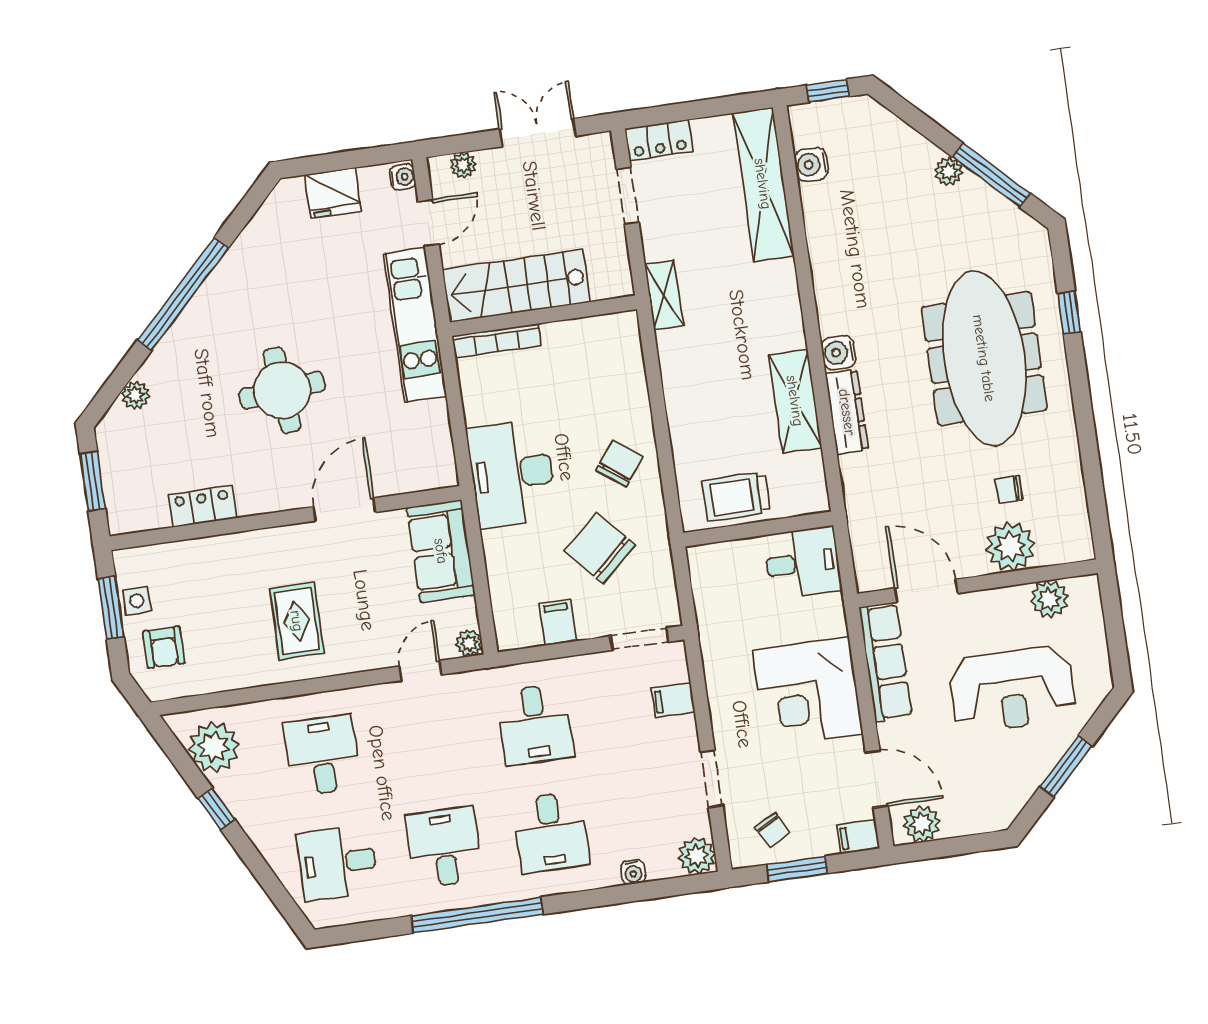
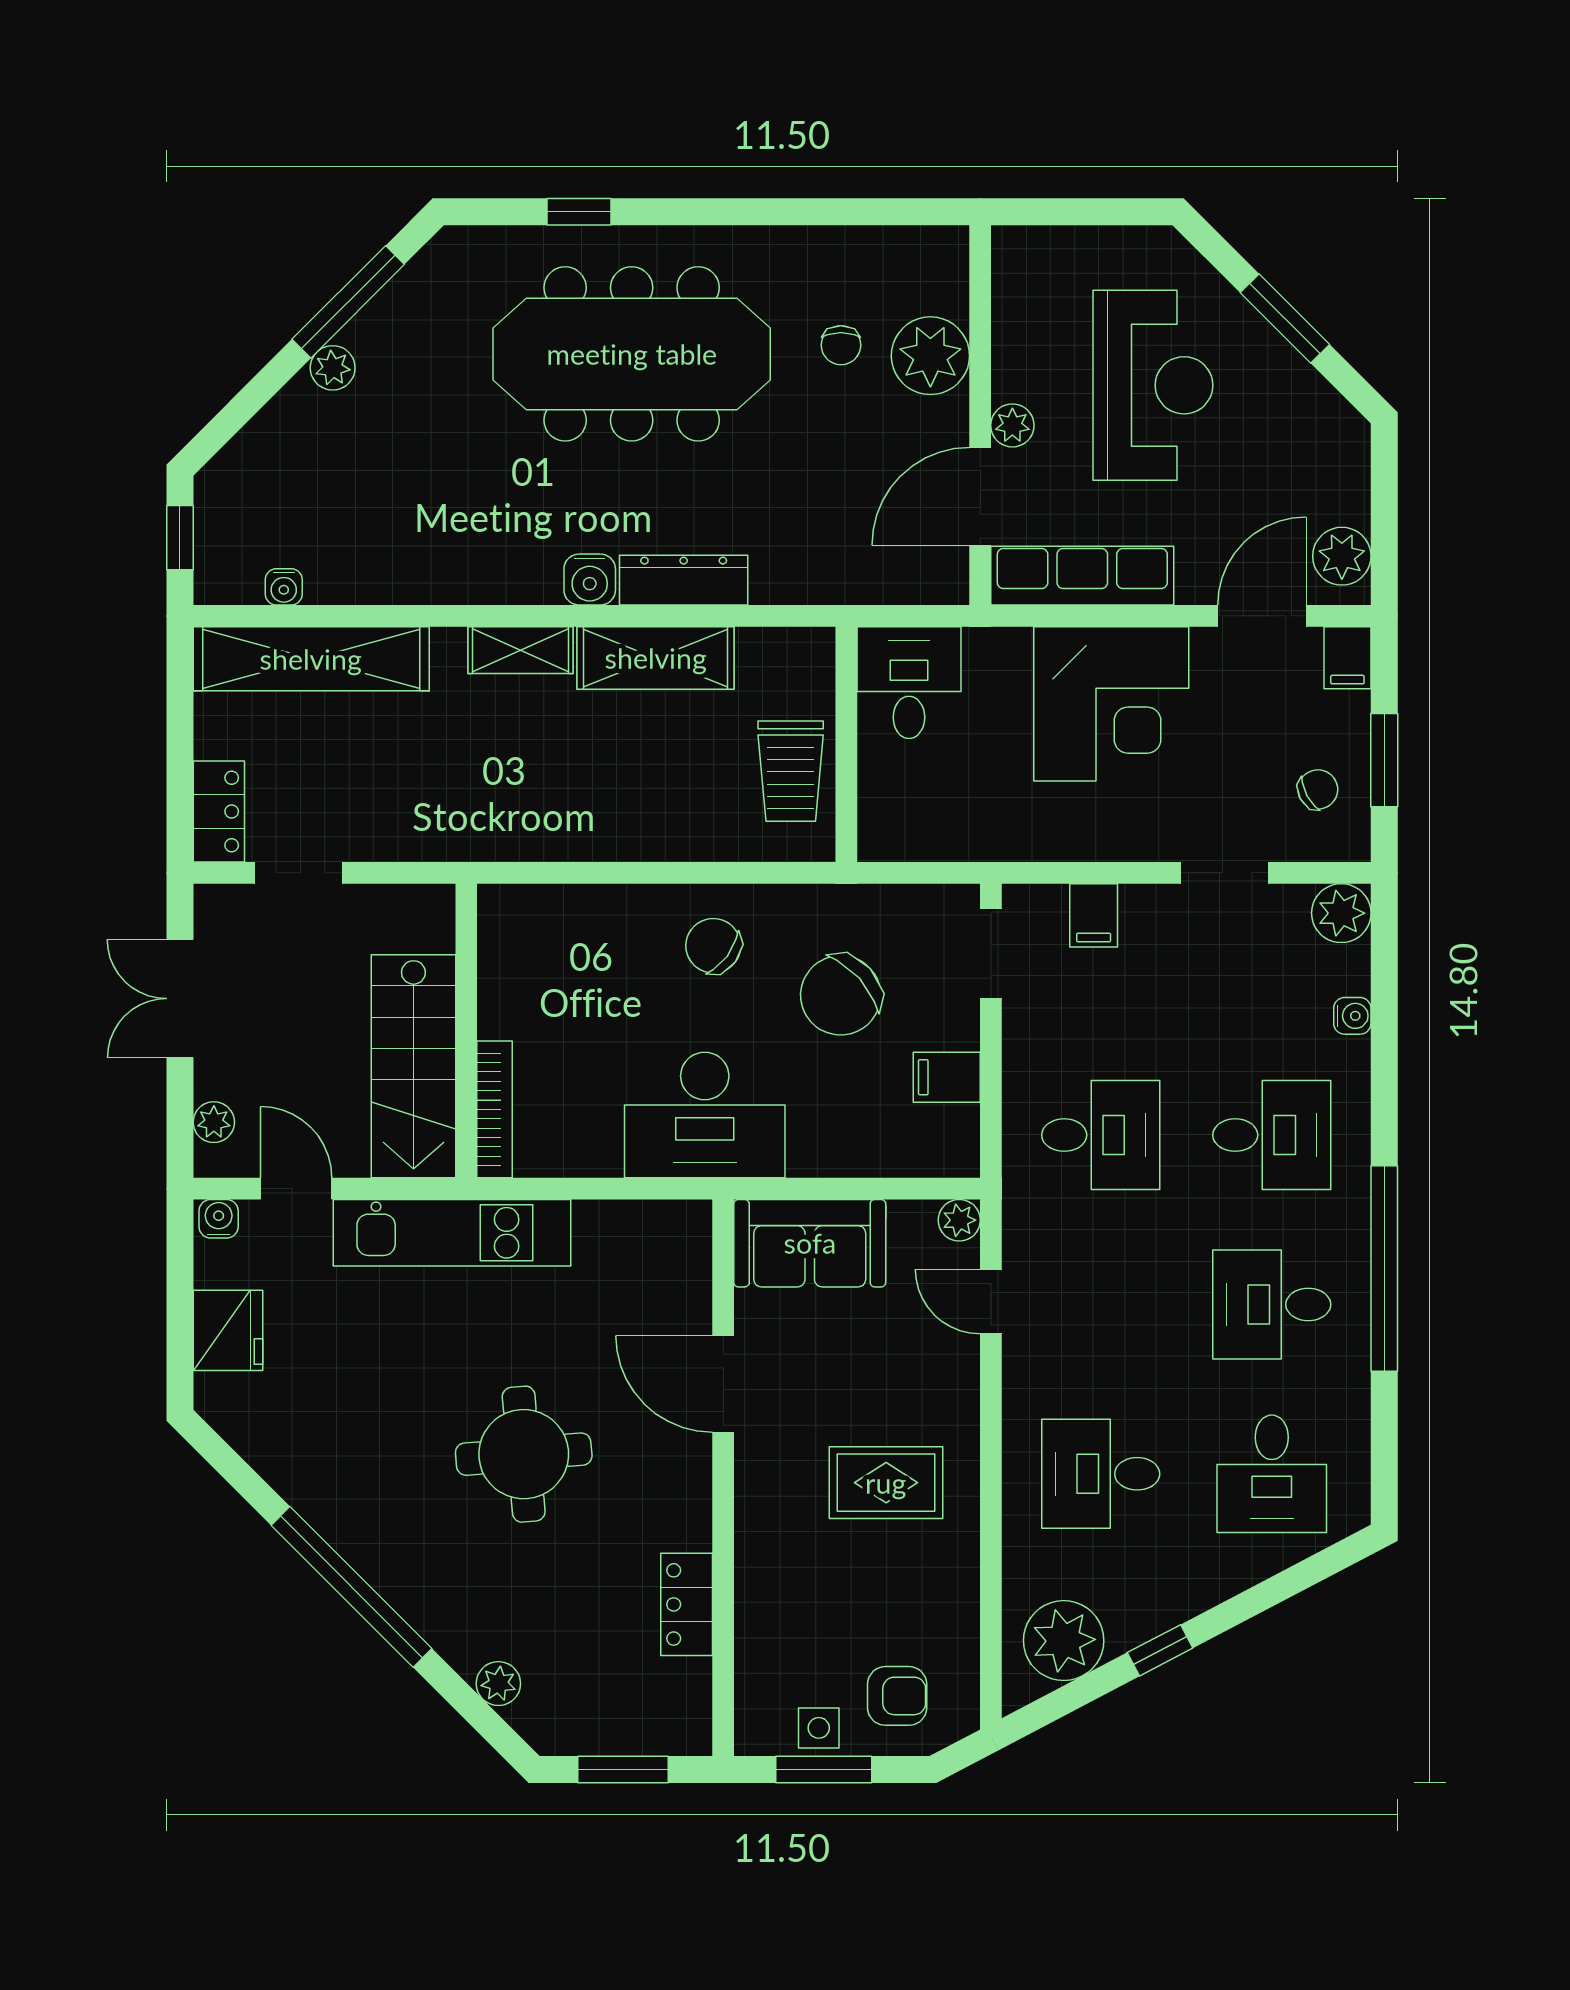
water cooler: (811, 164) -> (284, 587), width x0.72, depth x0.72
shelving: (664, 295) -> (521, 650), moved
plant: (1049, 599) -> (1012, 425), moved, width x0.73, depth x0.73

